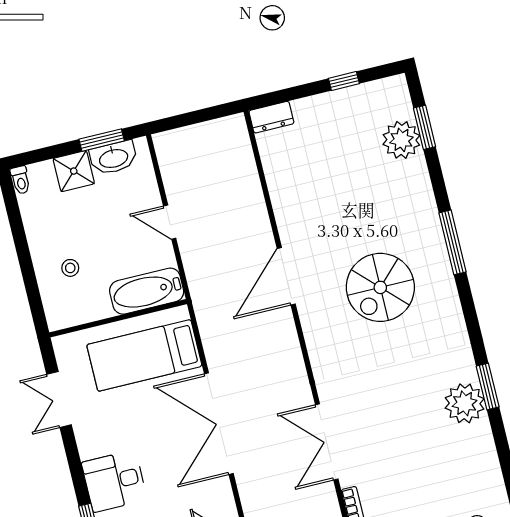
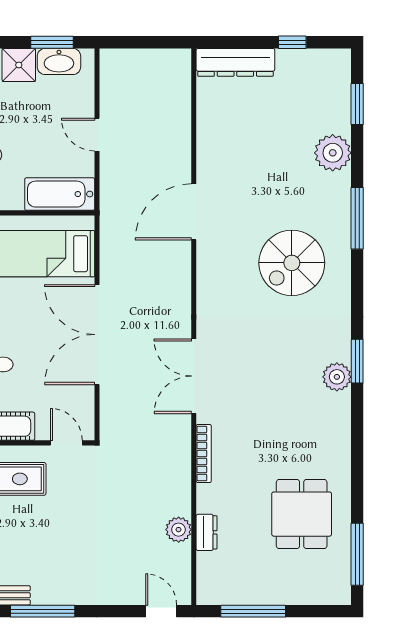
dresser: (271, 117) -> (235, 62), width x1.96, depth x1.24
plant: (401, 140) -> (333, 153), moved
spiral stairs: (380, 287) -> (292, 263), moved
plant: (465, 403) -> (337, 377), width x0.73, depth x0.73

